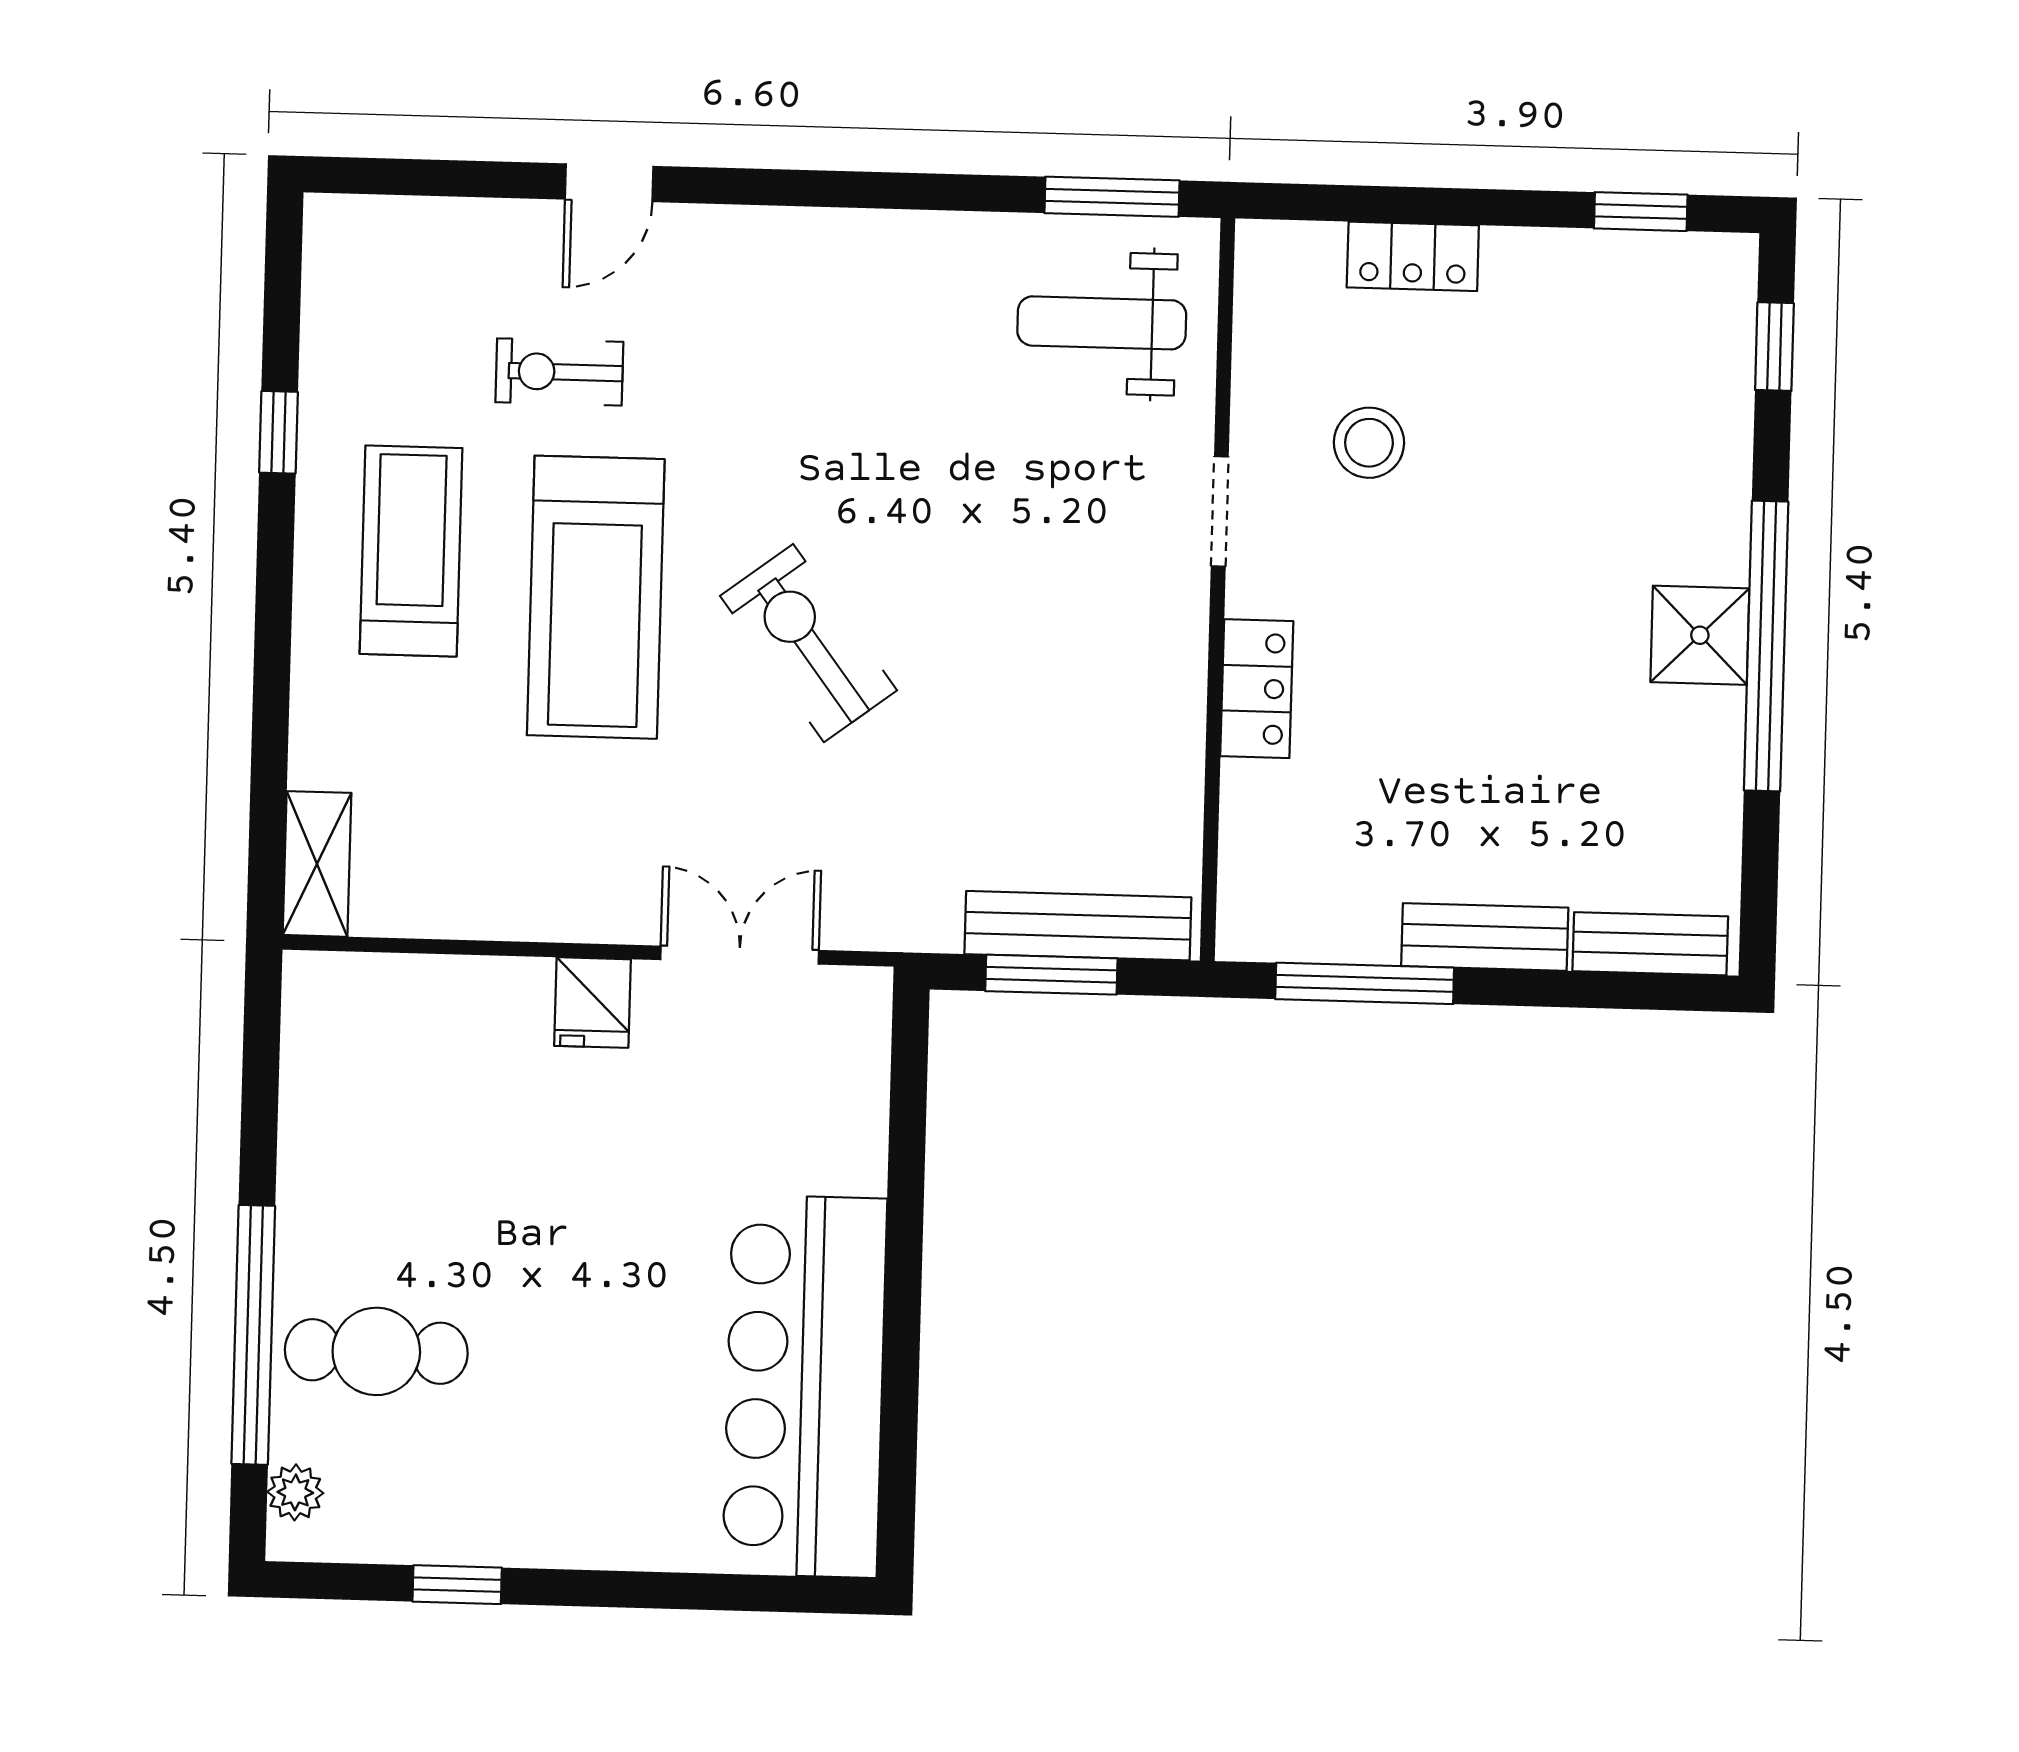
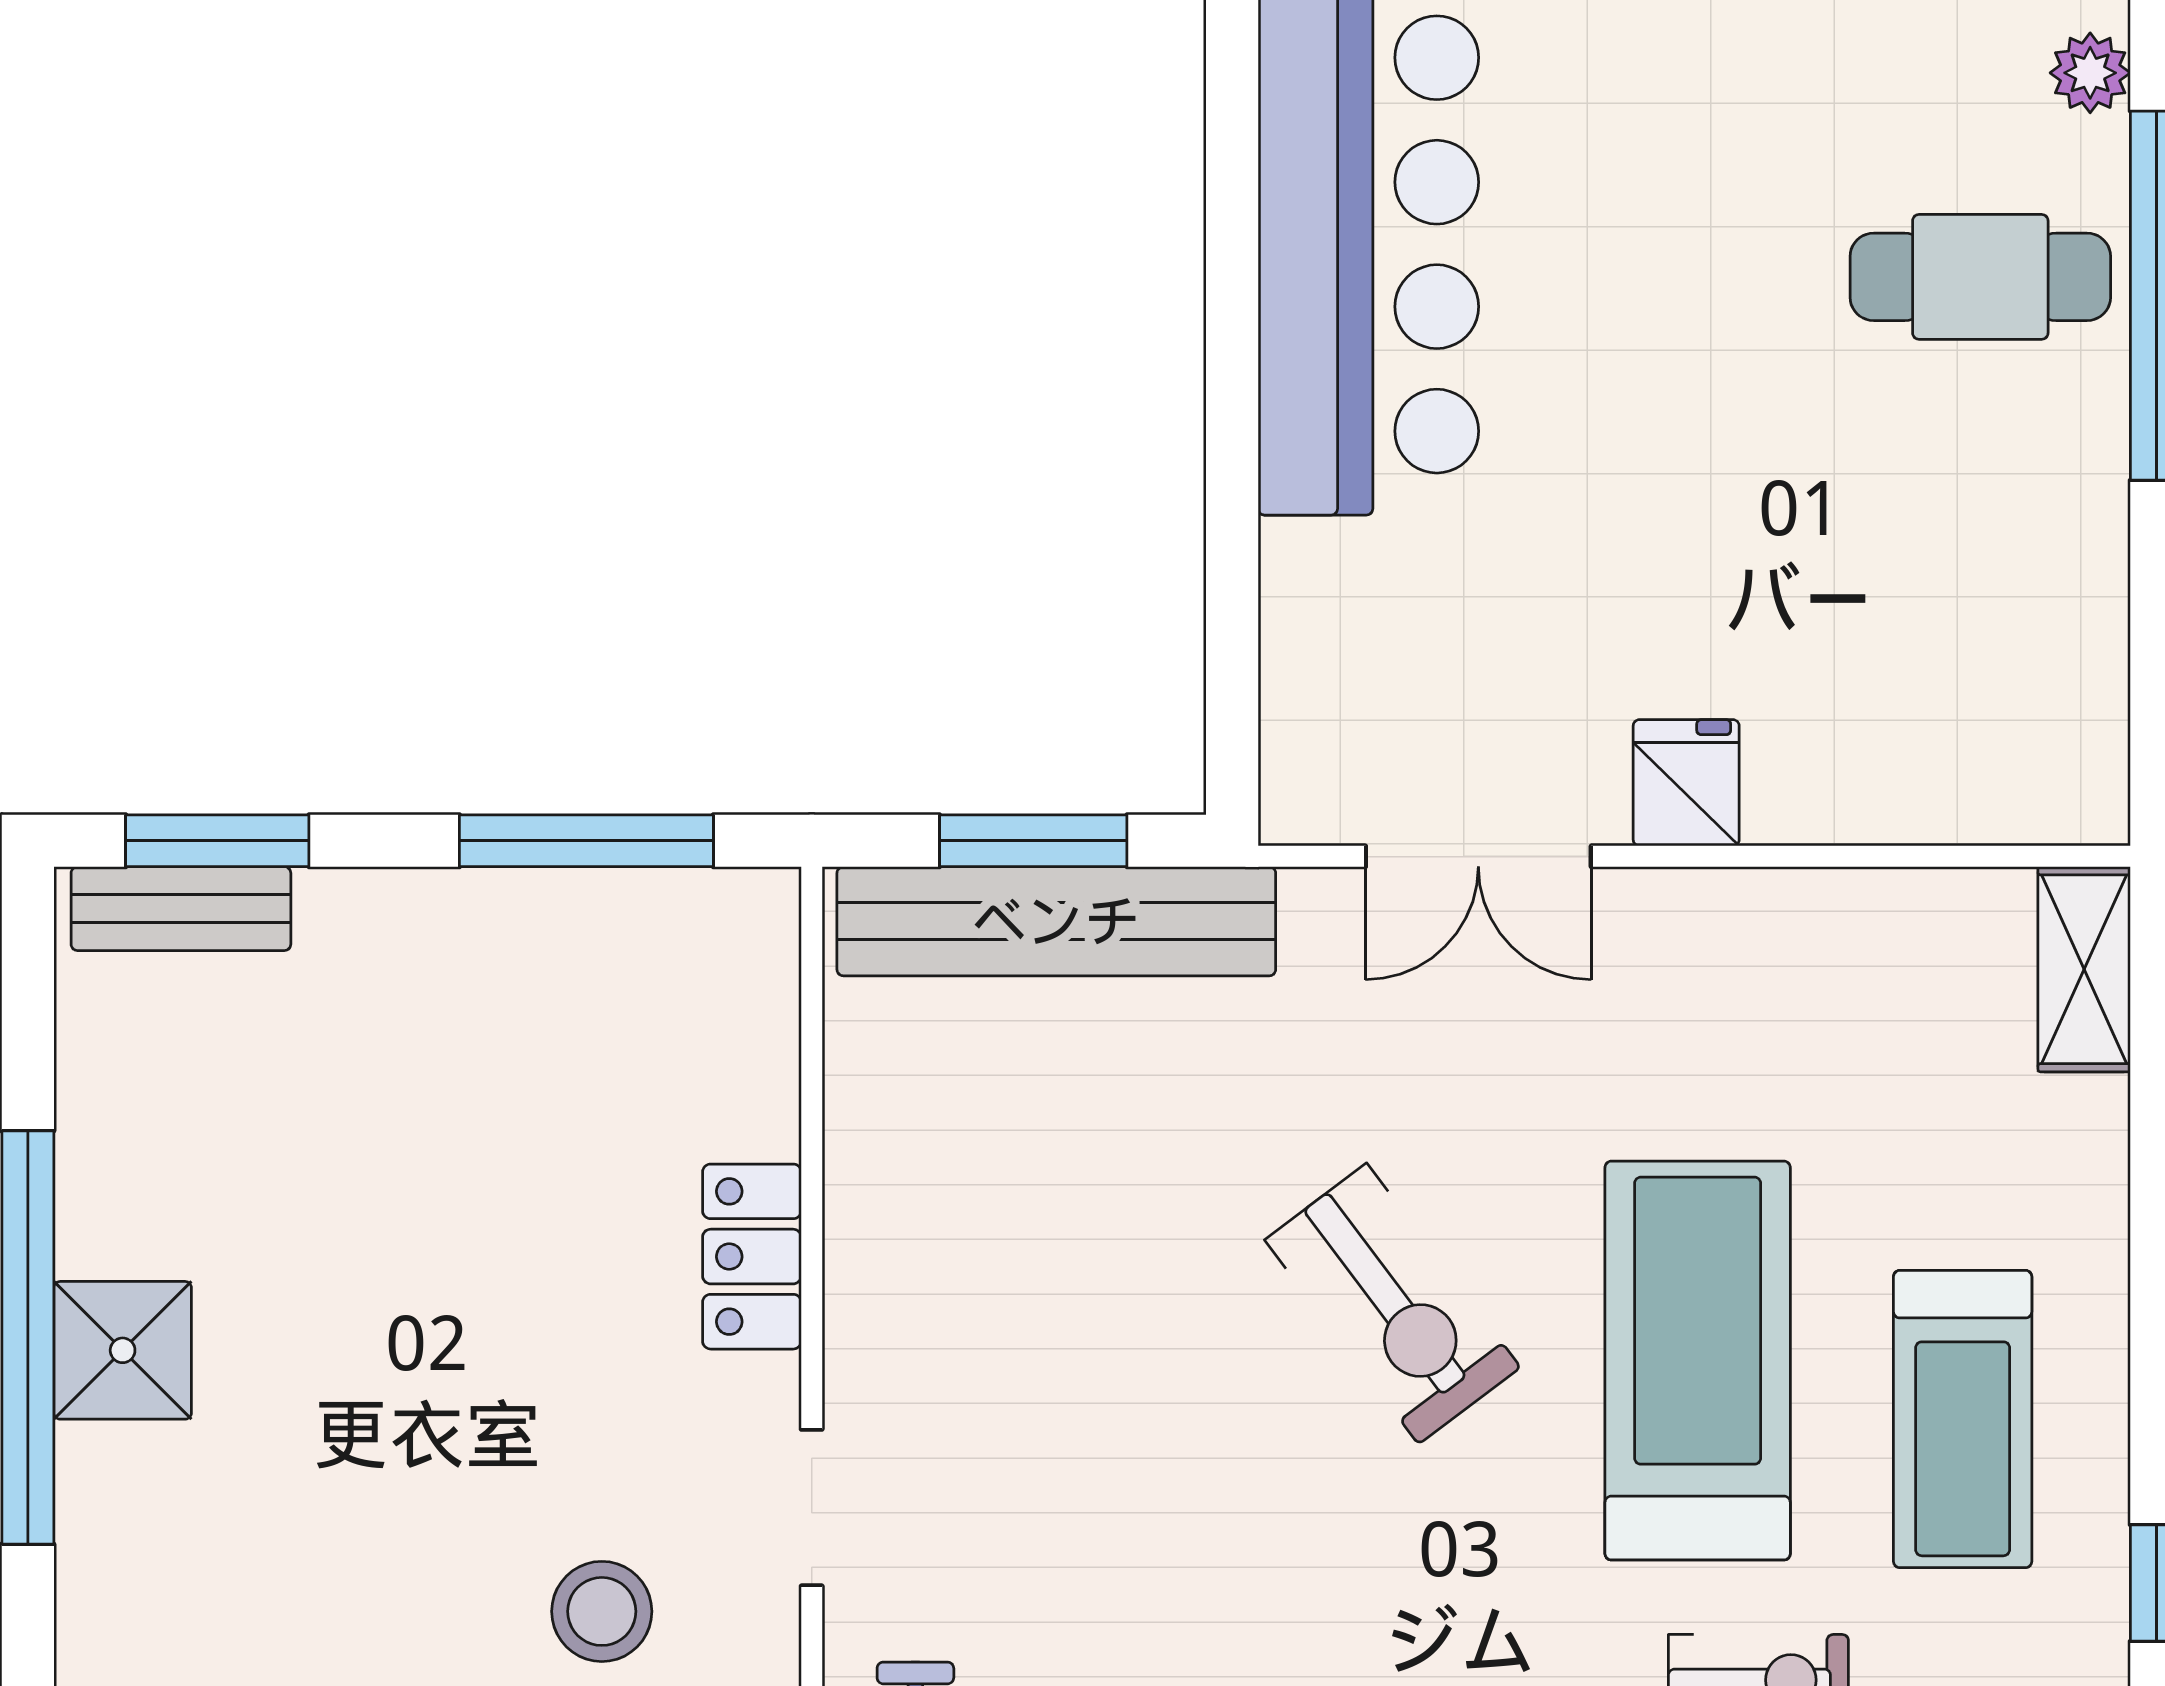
bench: (1078, 926) -> (1056, 921), width x1.37, depth x1.21
bench: (1485, 937) -> (417, 912), removed
window: (1623, 991) -> (217, 841), added

